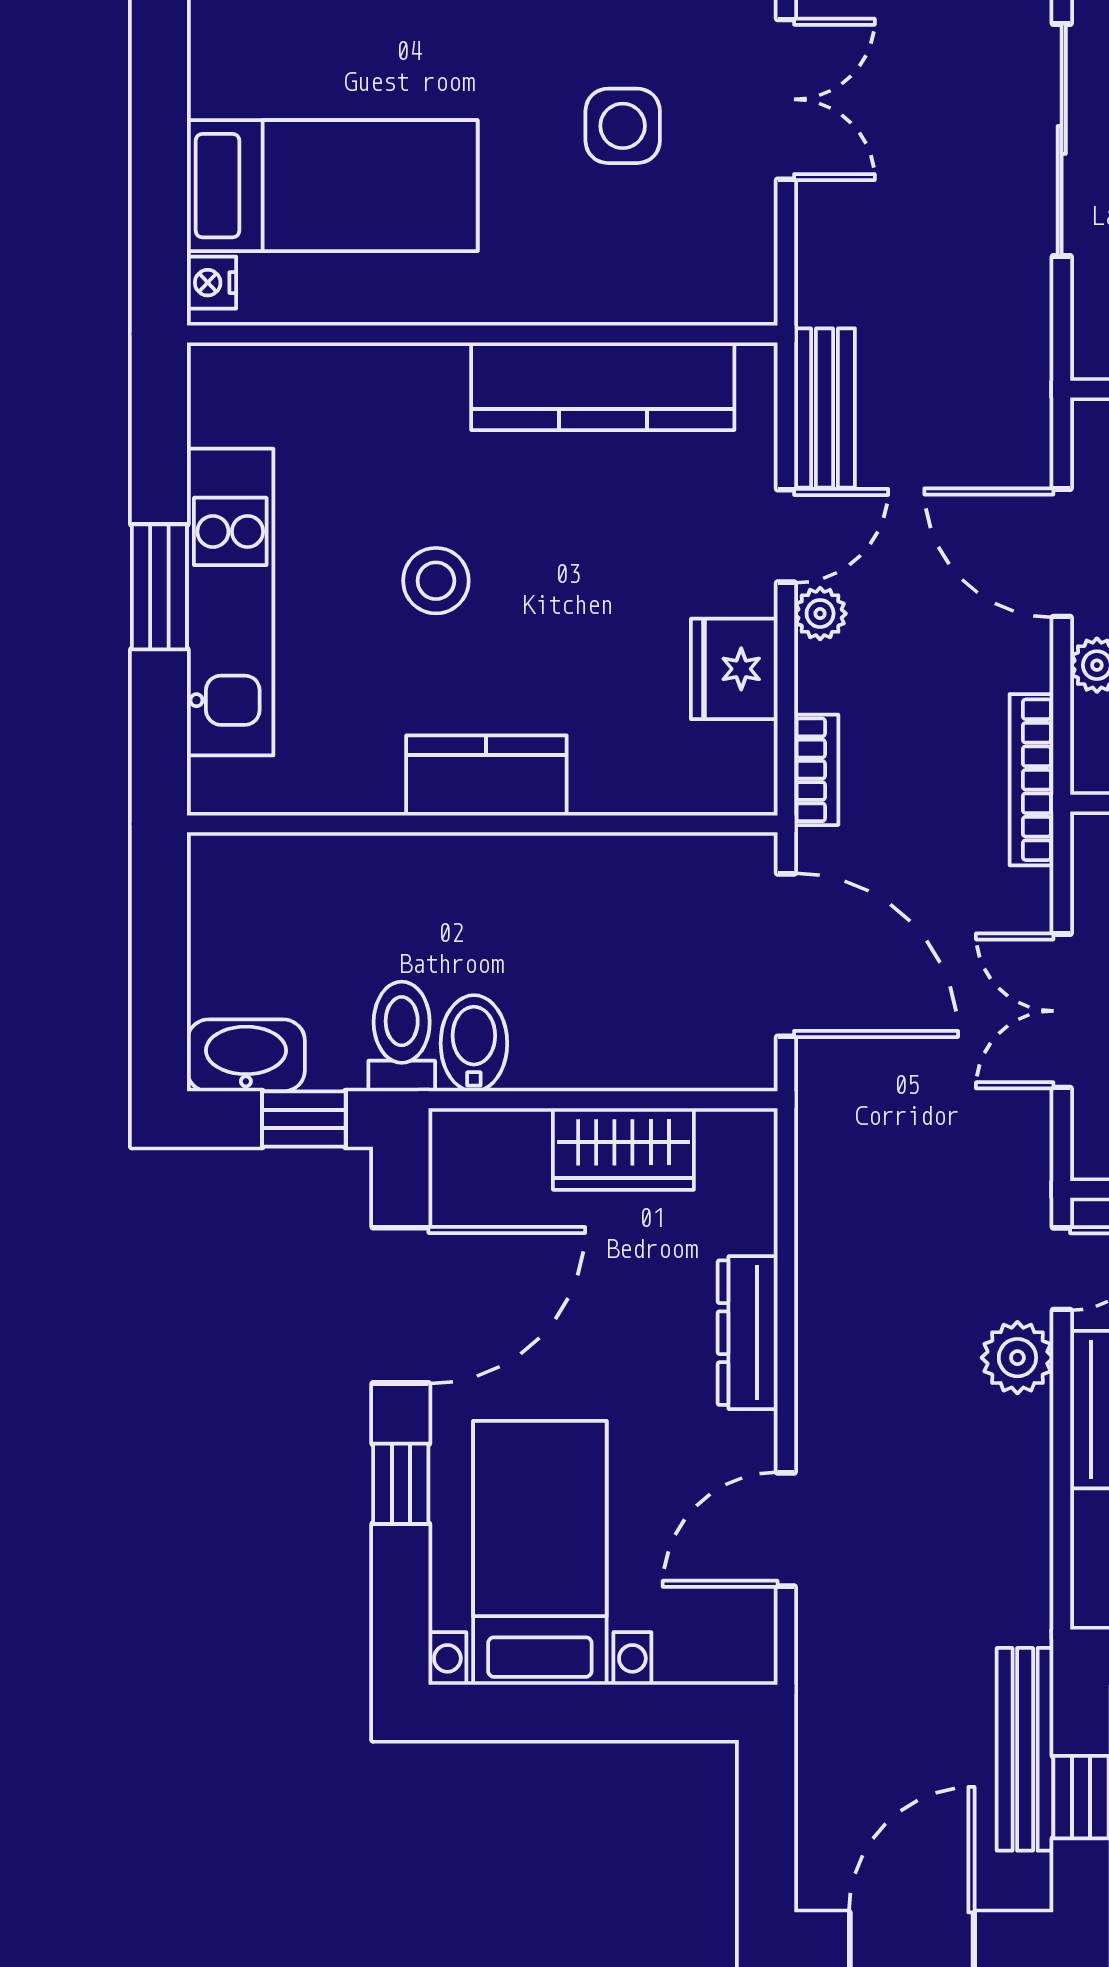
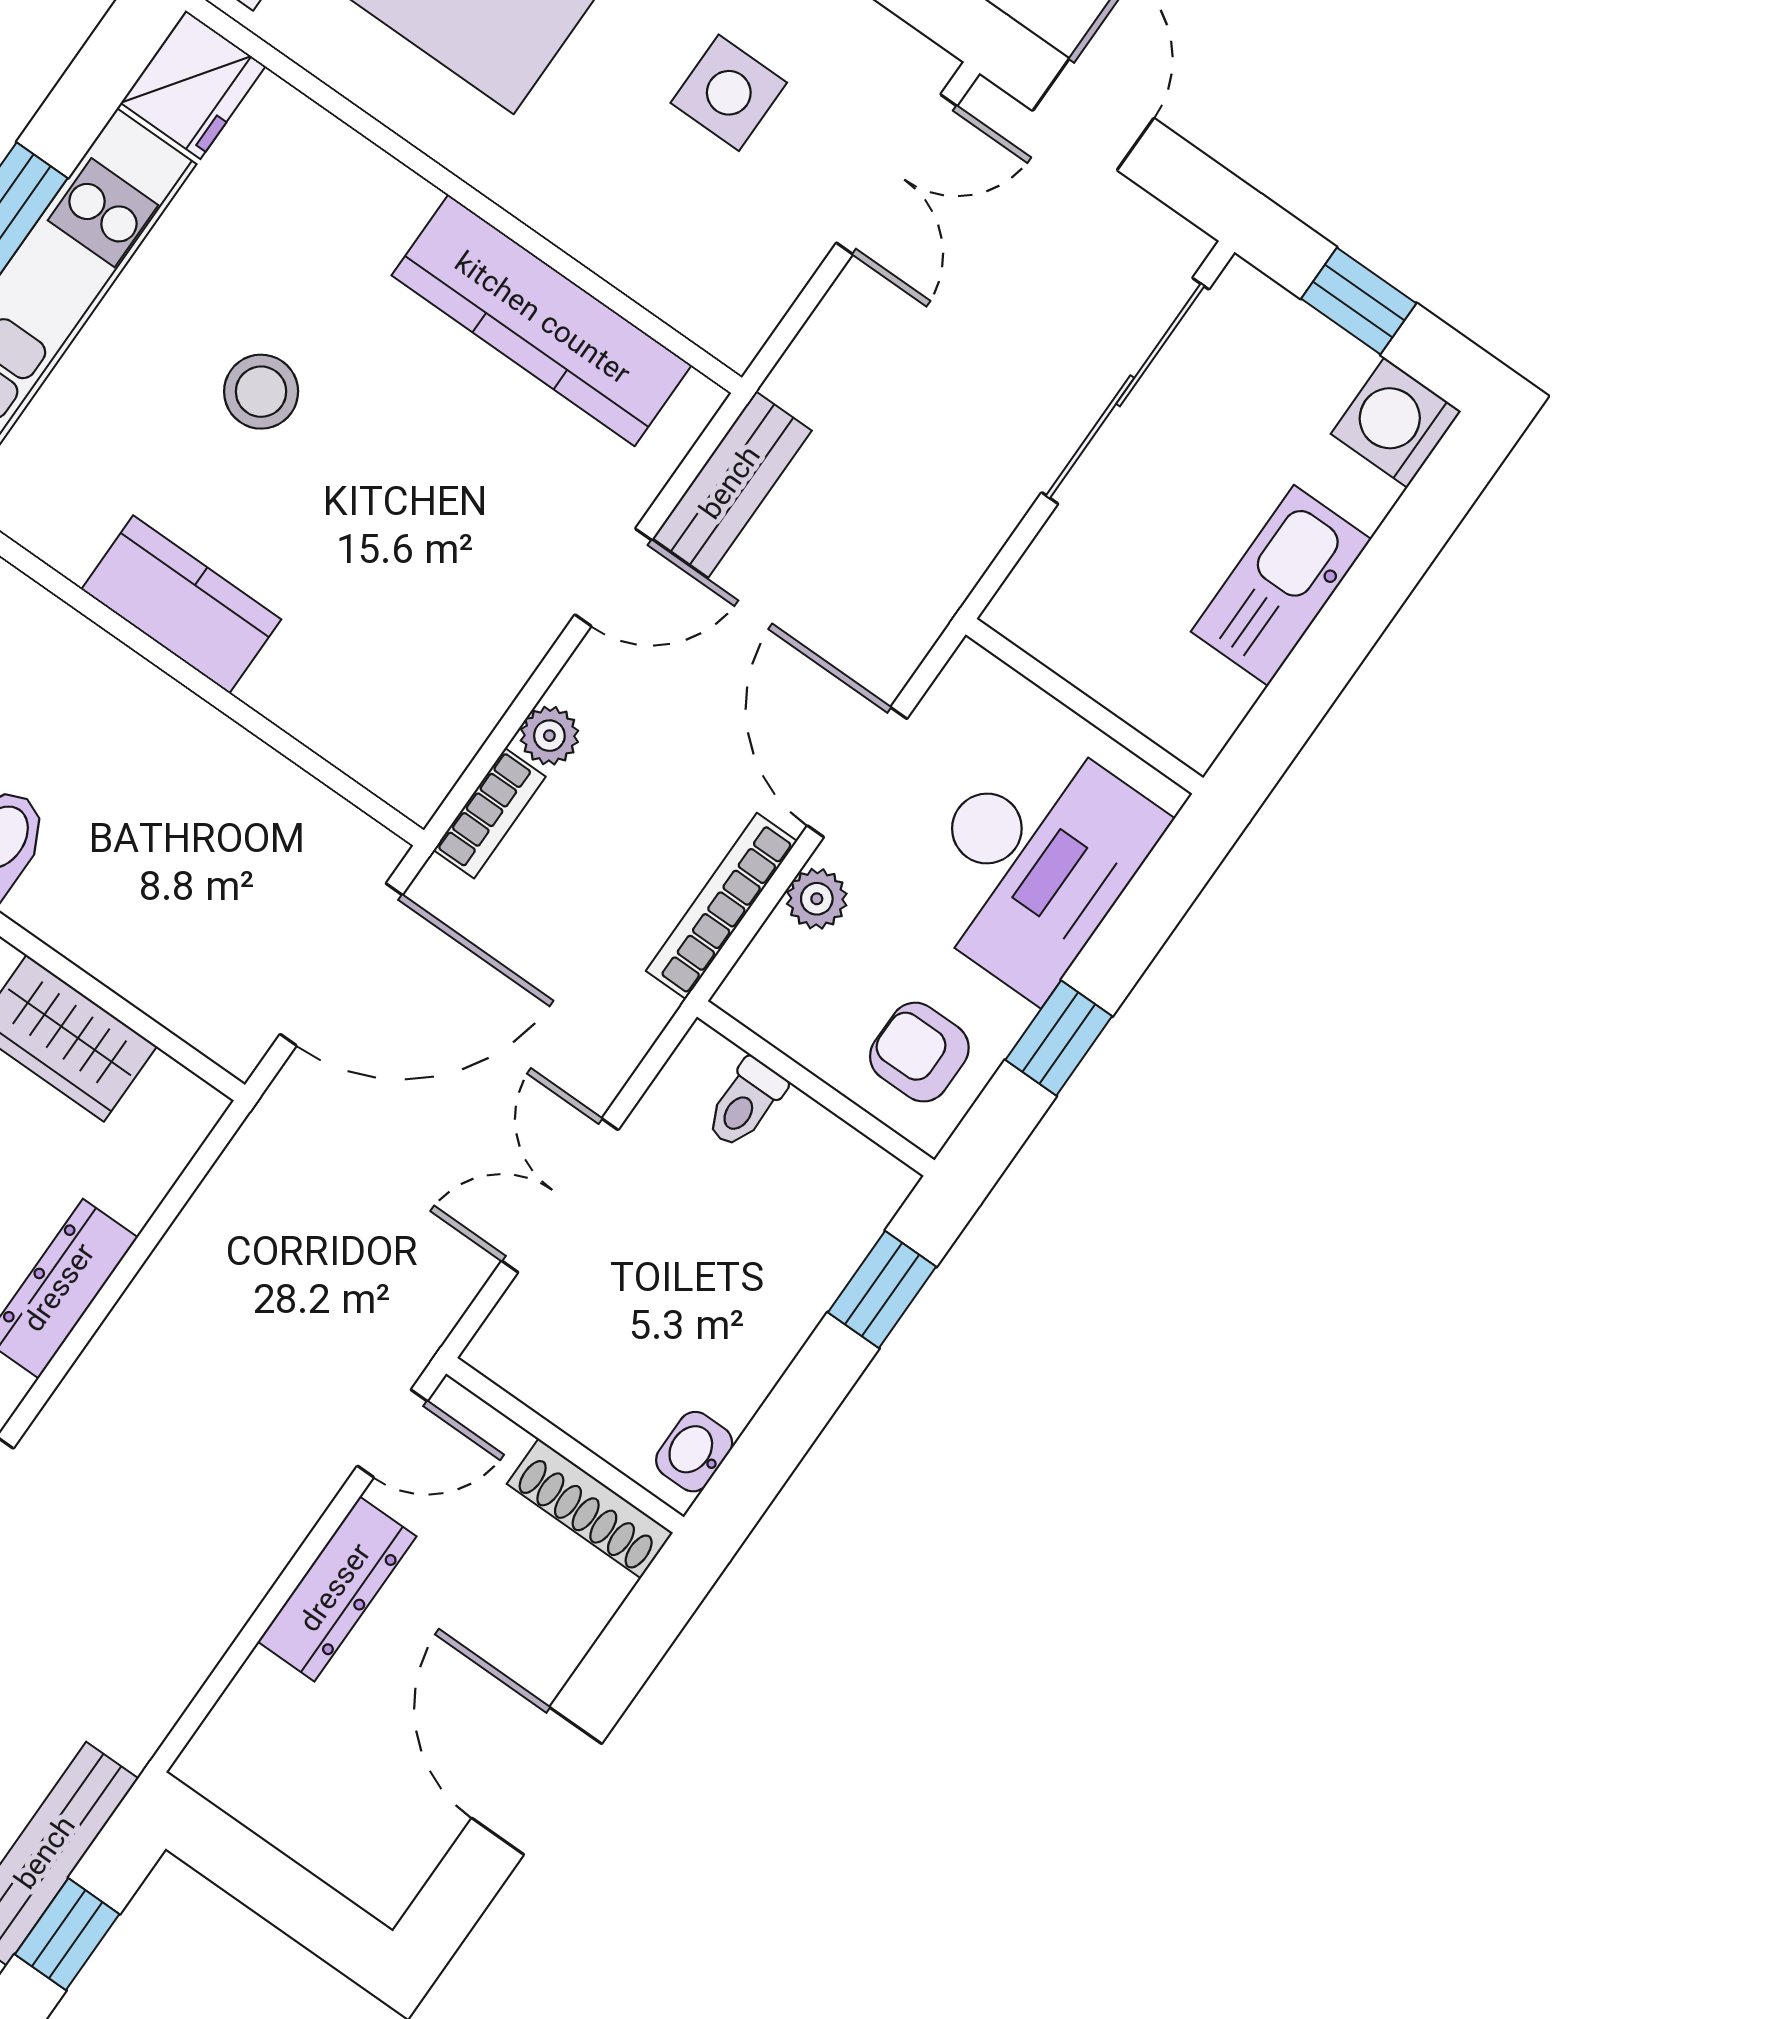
plant: (820, 614) -> (549, 736), moved
fridge: (734, 669) -> (193, 85), moved, turned 180
bookcase: (1032, 780) -> (722, 906), moved
door: (786, 955) -> (341, 965), hinge flipped
plant: (1017, 1358) -> (294, 1487), removed

